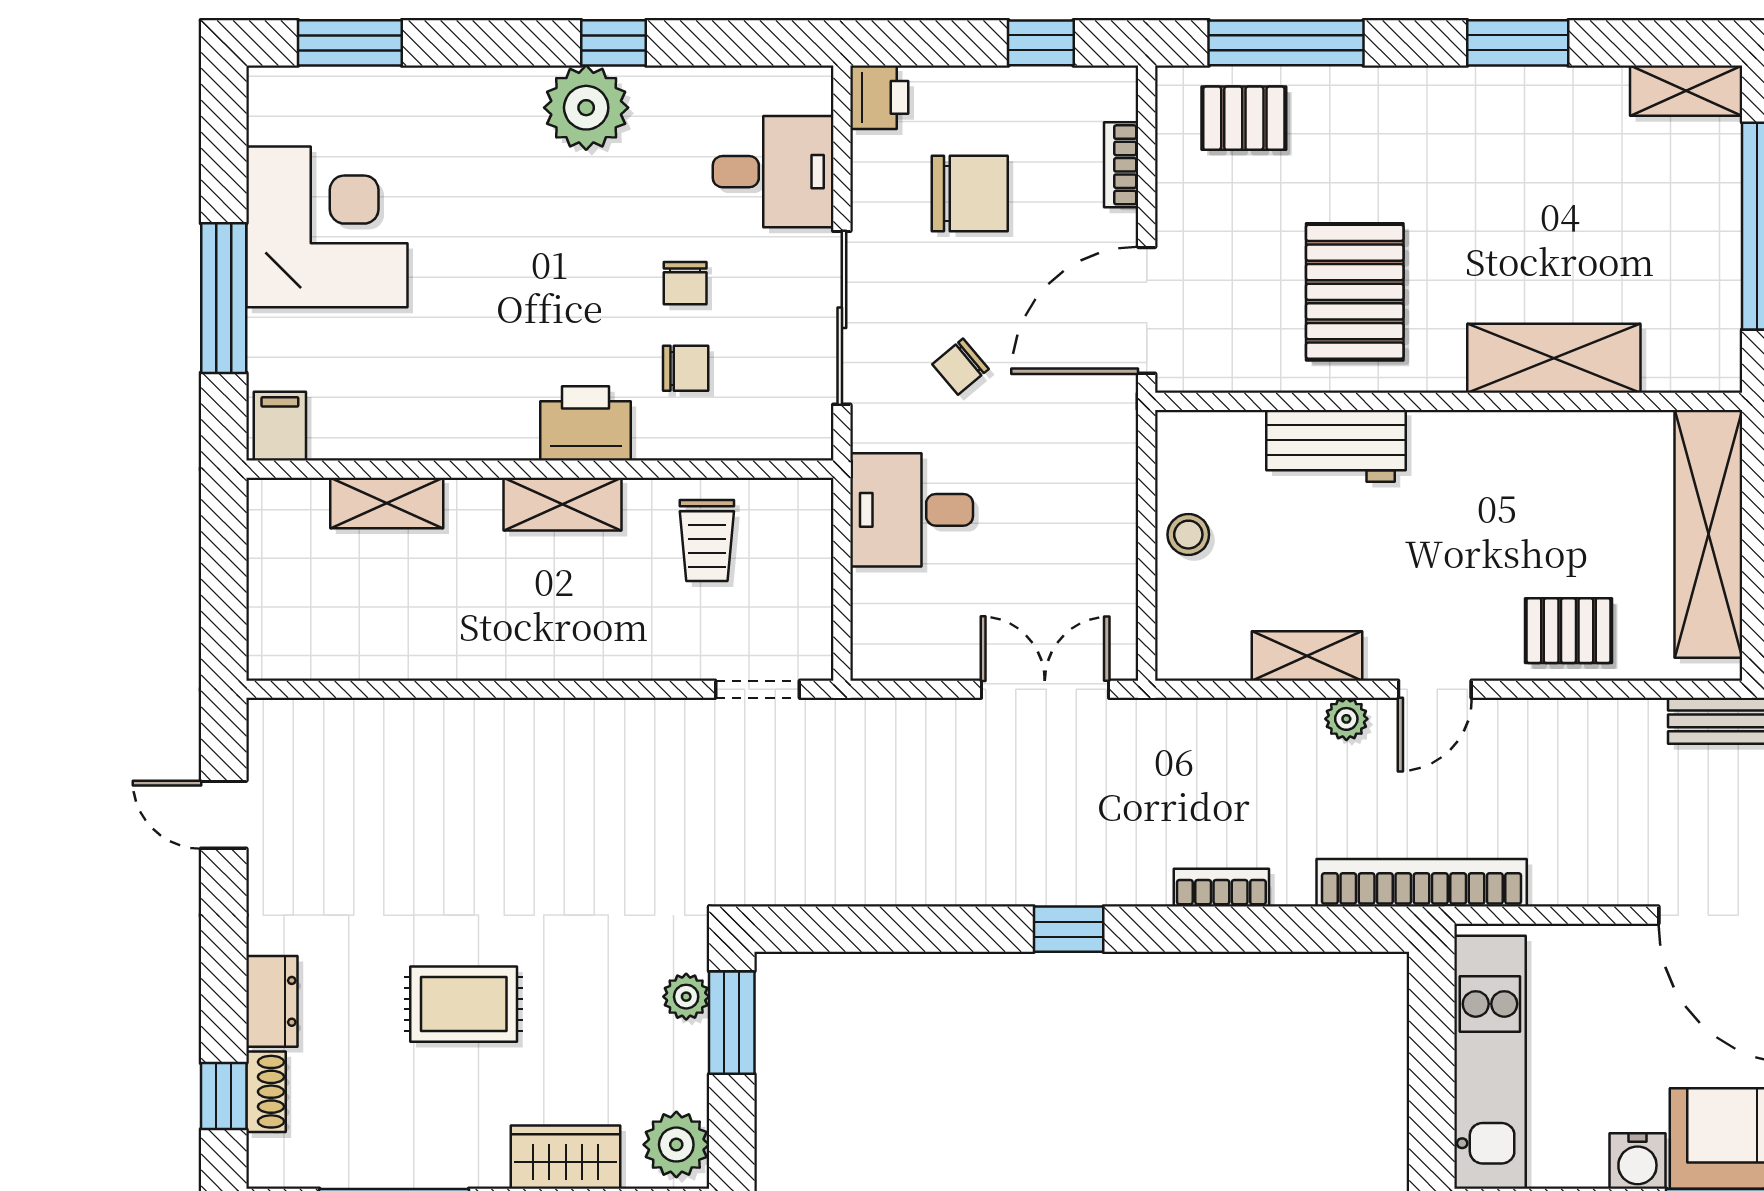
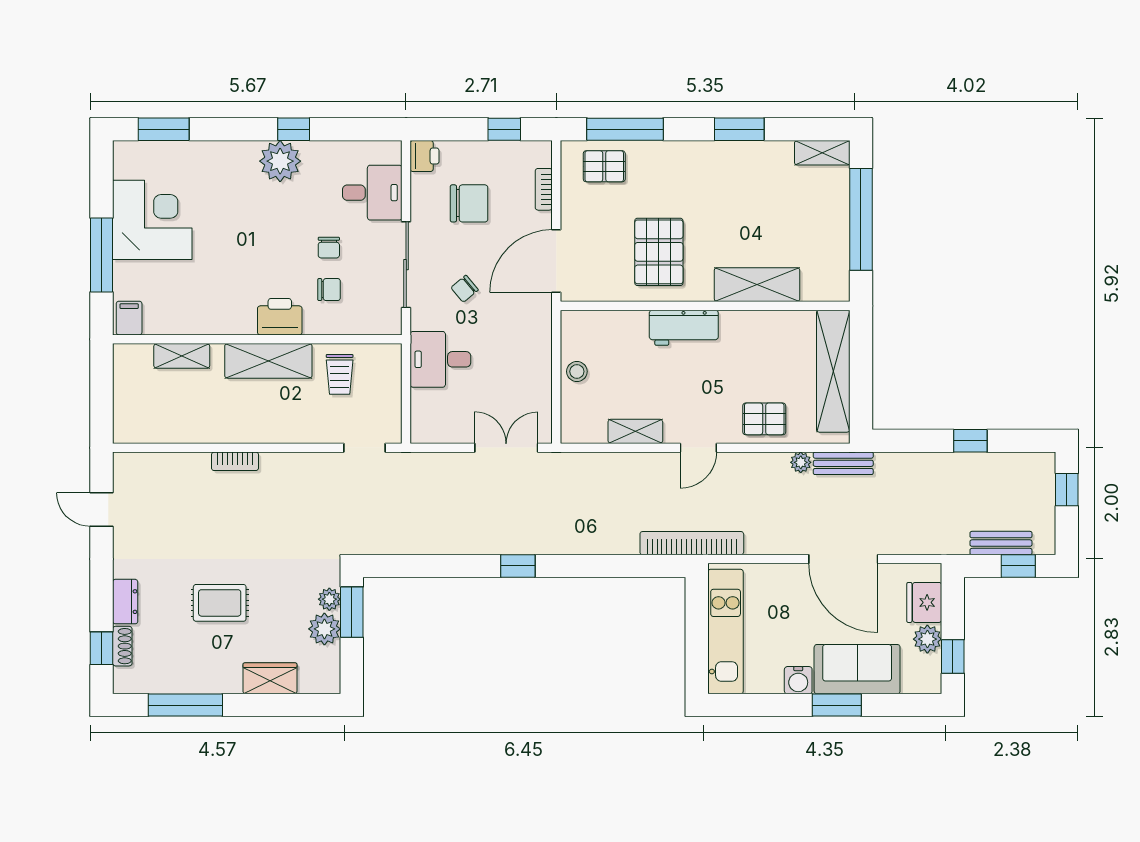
workbench: (1336, 446) -> (684, 328), moved
shelving: (562, 504) -> (268, 361), width x1.50, depth x1.33
plant: (1346, 719) -> (801, 462), moved
bookcase: (1221, 888) -> (235, 461), moved, turned 180
plant: (676, 1145) -> (324, 629), moved

